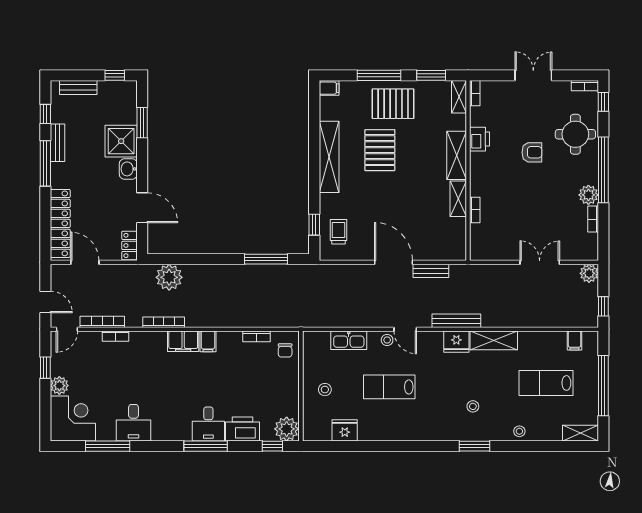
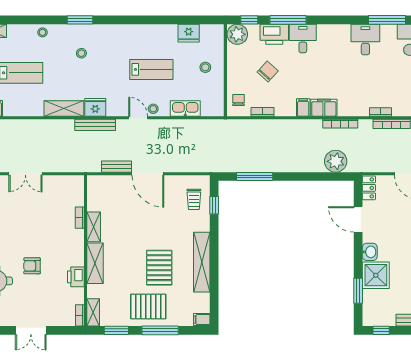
chair: (250, 385) -> (268, 71), added
window: (206, 446) -> (288, 20), moved

